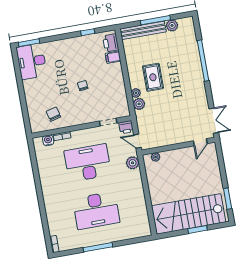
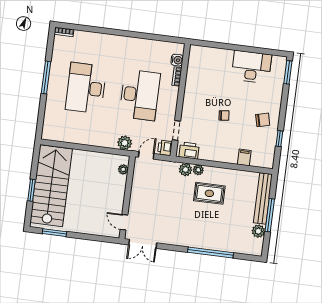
printer: (111, 43) -> (189, 151), moved
desk: (32, 61) -> (251, 67), moved
chair: (53, 114) -> (263, 120), moved

